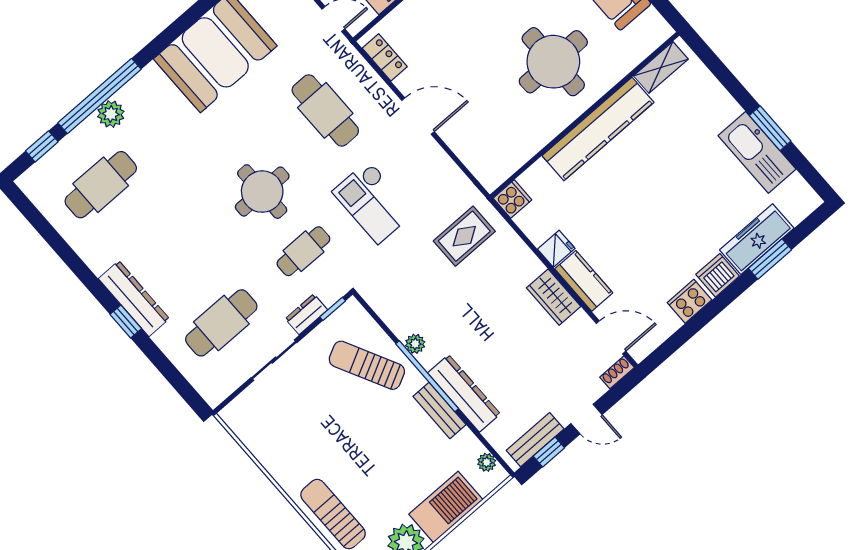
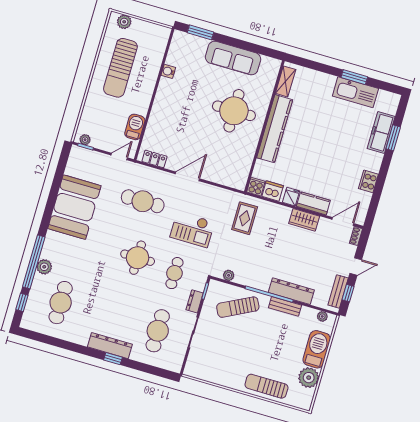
dishwasher: (718, 275) -> (273, 191), moved, turned 90
plant: (415, 344) -> (229, 275), moved

